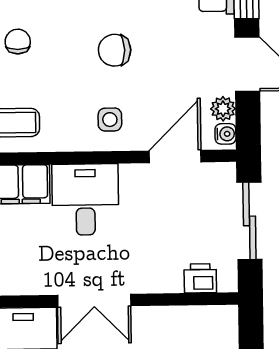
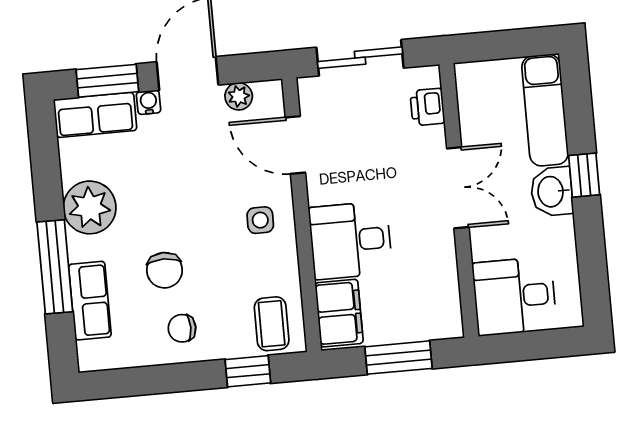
chair: (115, 50) -> (165, 270), moved
water cooler: (225, 134) -> (149, 102), moved
double door: (94, 300) -> (458, 188), moved

